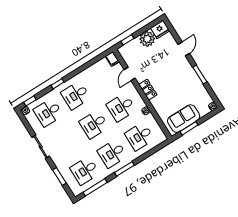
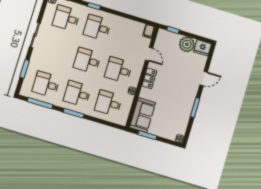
door: (130, 74) -> (149, 54), swing flipped
sofa: (184, 119) -> (143, 115), moved, turned 90

